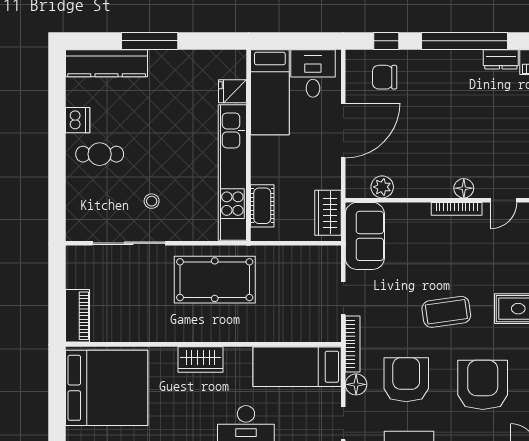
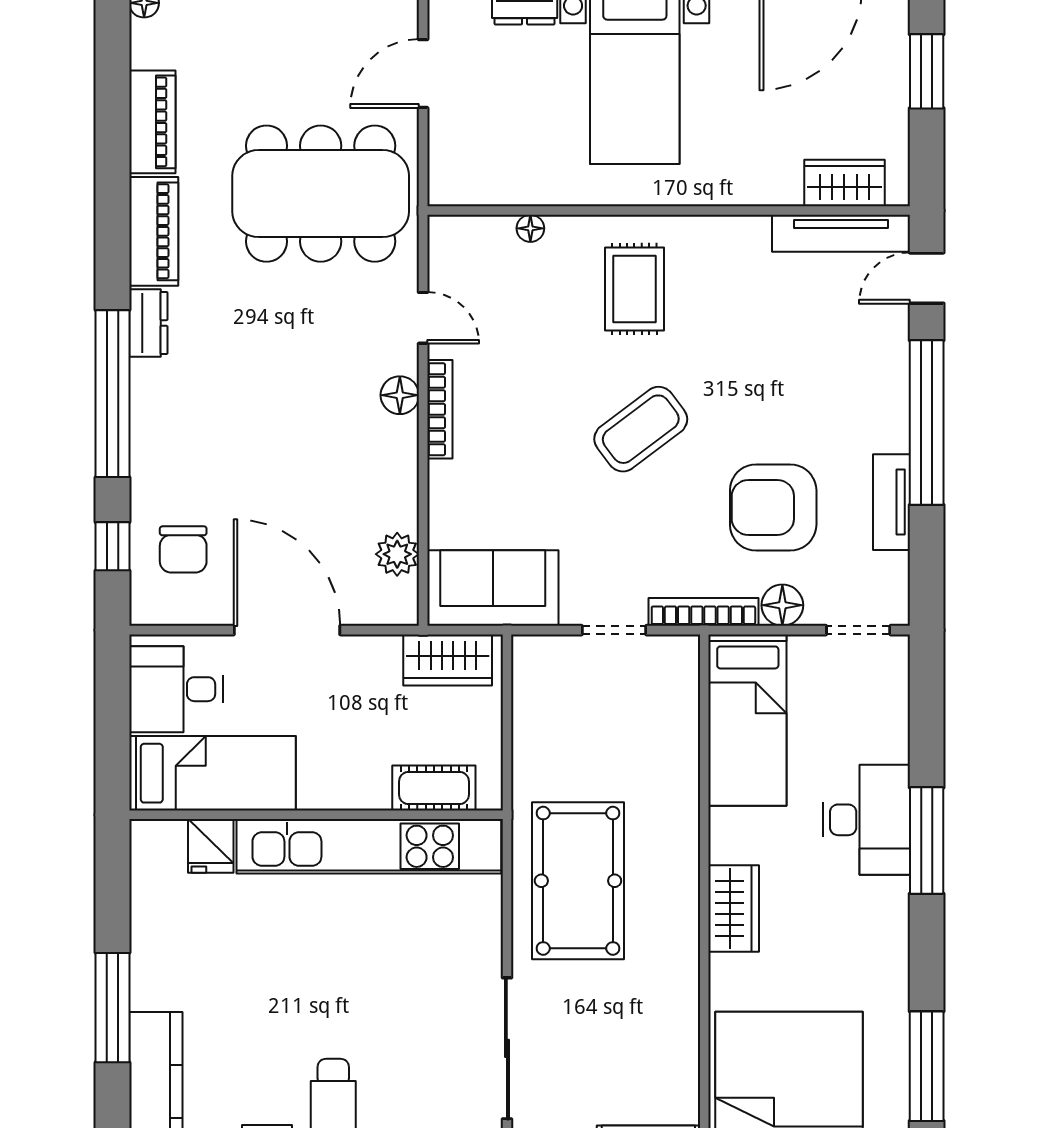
stool: (152, 201) -> (425, 1004), removed
coffee table: (446, 312) -> (641, 429), turned 61
armchair: (483, 385) -> (783, 358), removed

